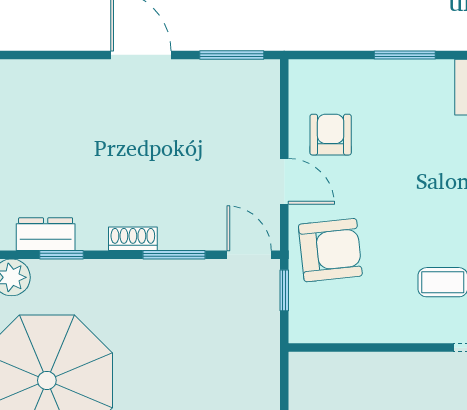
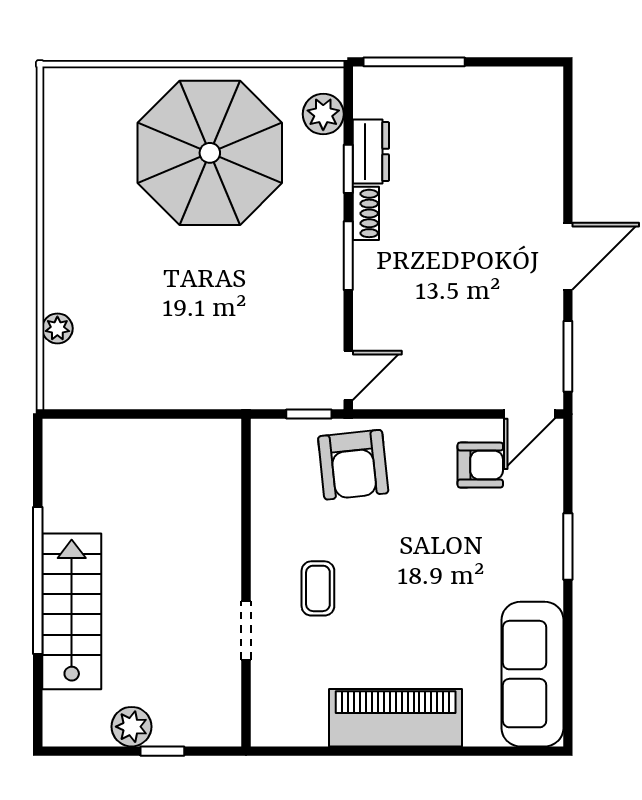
door: (284, 181) -> (529, 414), moved
shoe rack: (133, 239) -> (366, 213), moved
window: (174, 255) -> (348, 256), moved

